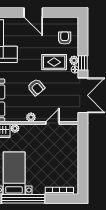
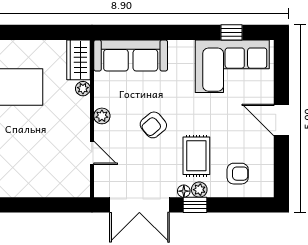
door: (33, 12) -> (281, 120), hinge flipped

